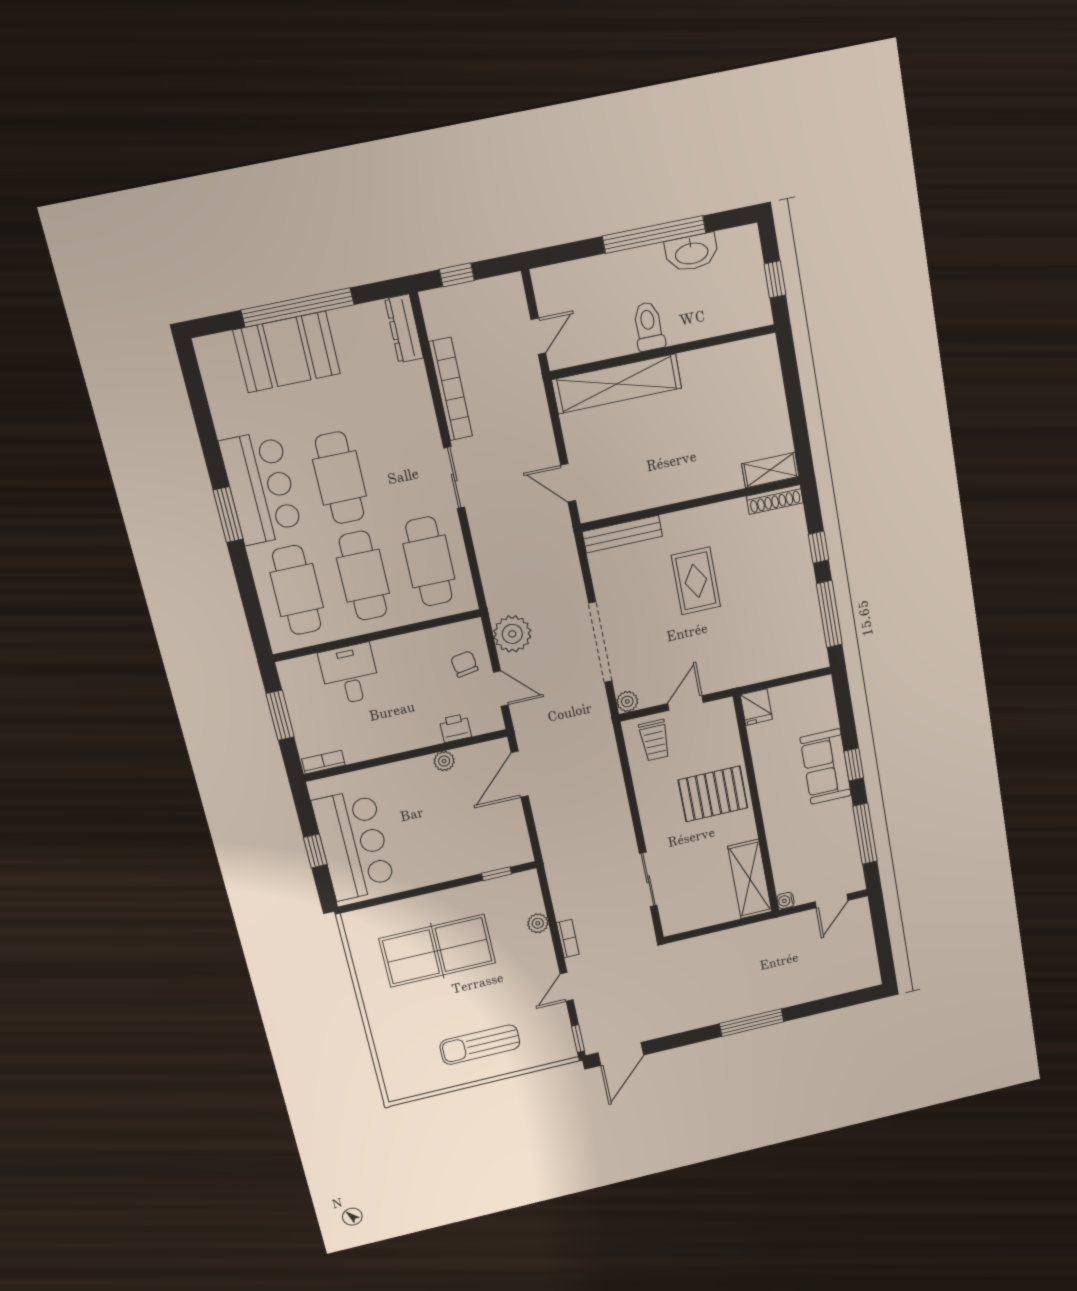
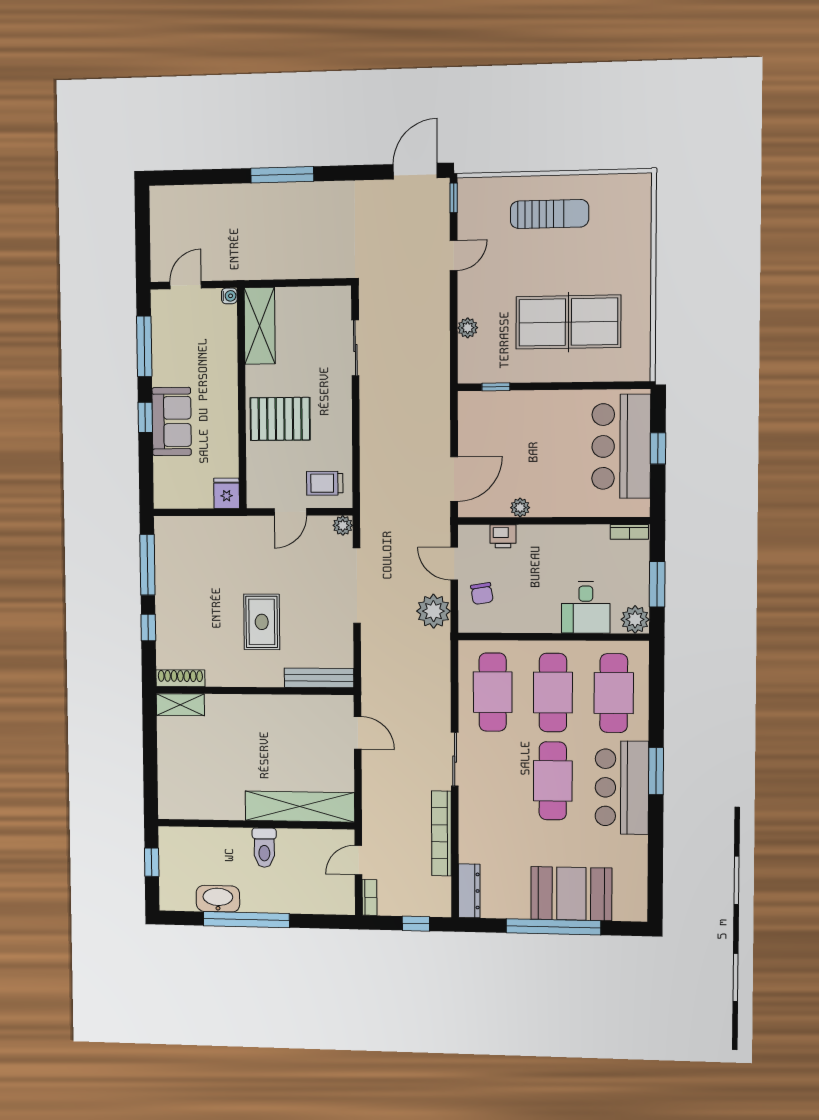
plant: (294, 673) -> (635, 619), added
trolley: (655, 740) -> (325, 483), turned -90
bookcase: (568, 939) -> (369, 897), moved, turned 180

